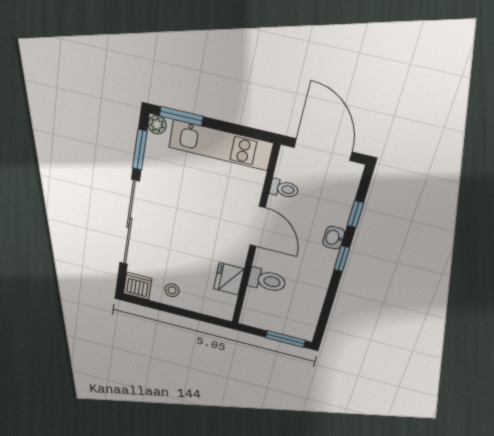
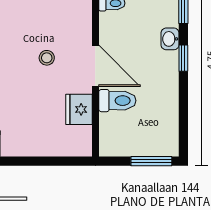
door: (258, 226) -> (95, 66), moved
stool: (172, 290) -> (47, 58), moved

